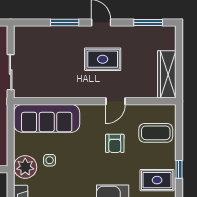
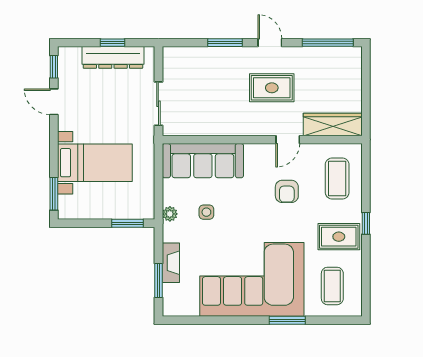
window: (148, 23) -> (328, 43), width x1.44
wardrobe: (167, 74) -> (333, 124), moved, turned 90
coffee table: (156, 133) -> (337, 178), turned 90
plant: (25, 167) -> (170, 214), width x0.53, depth x0.53

